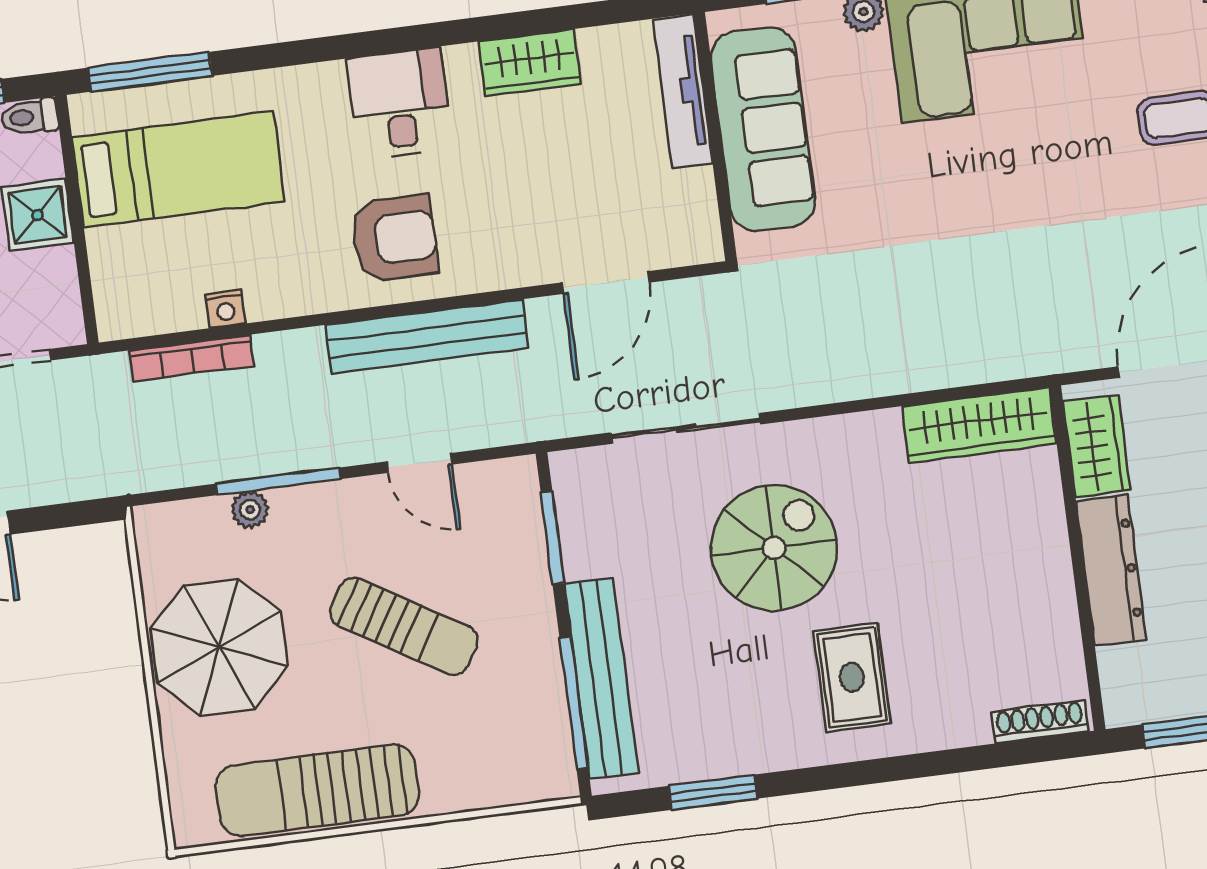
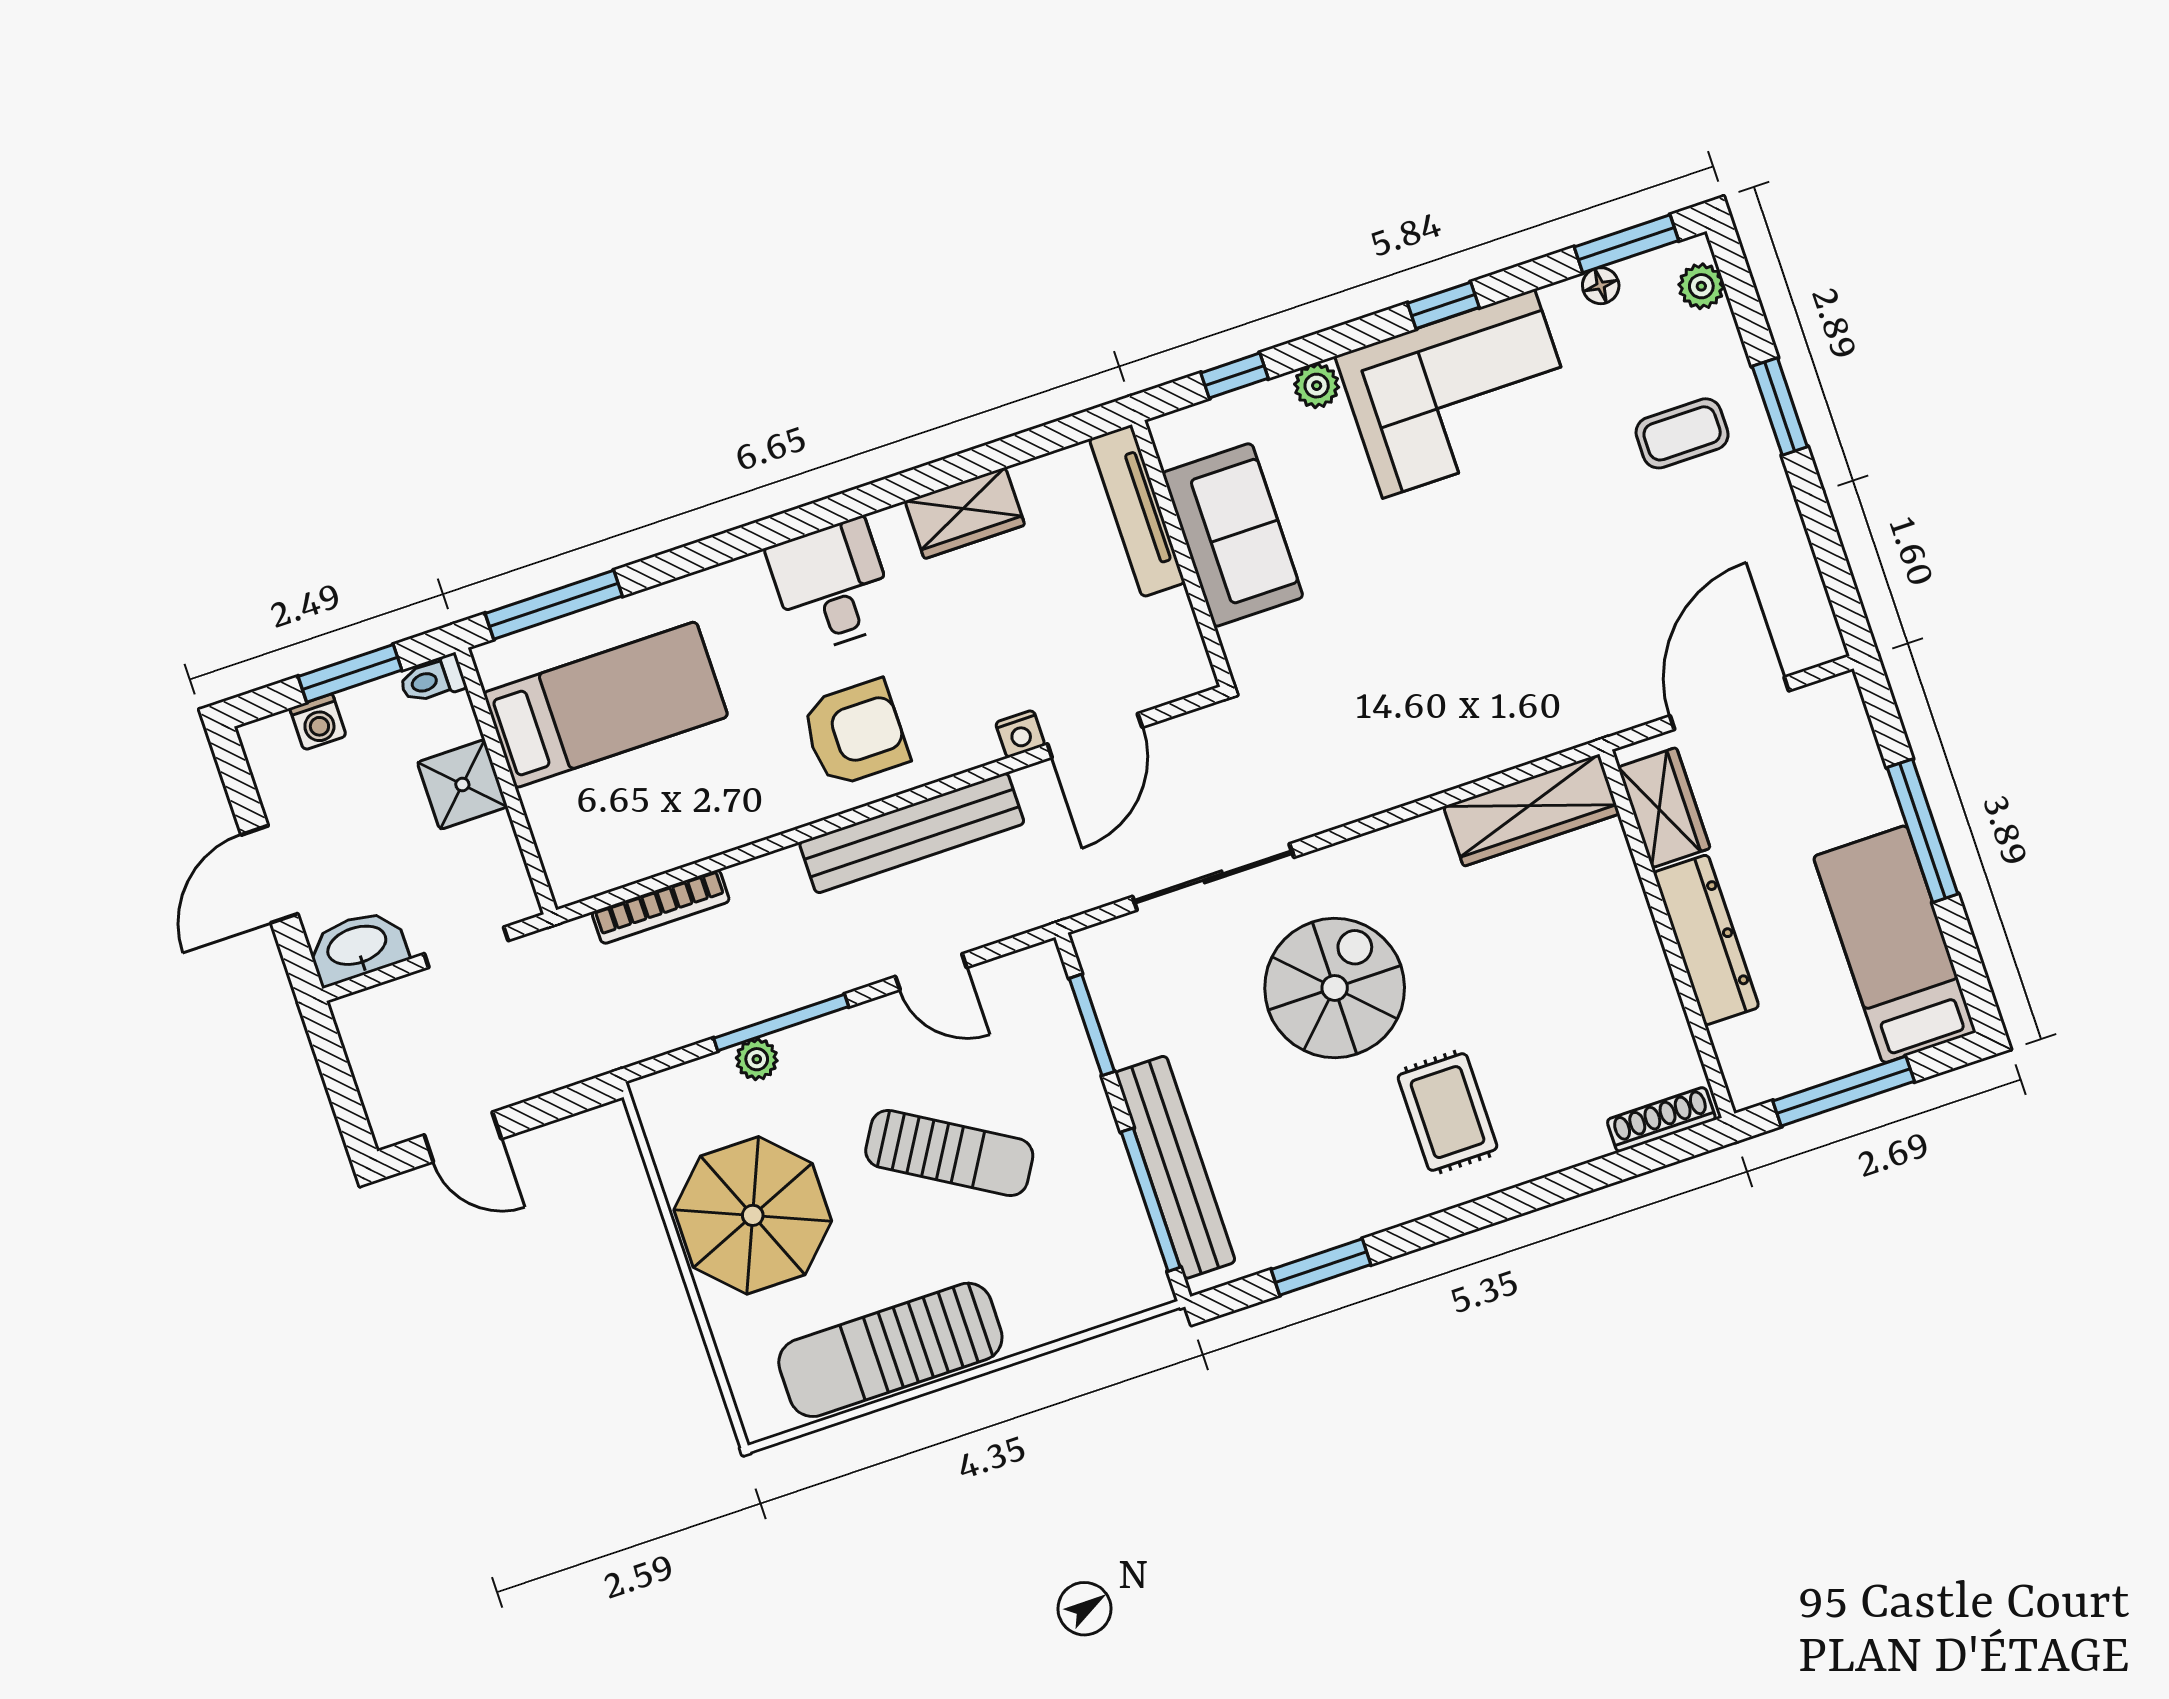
sofa: (763, 129) -> (1233, 535), width x0.73
nightstand: (225, 309) -> (1020, 734), moved

